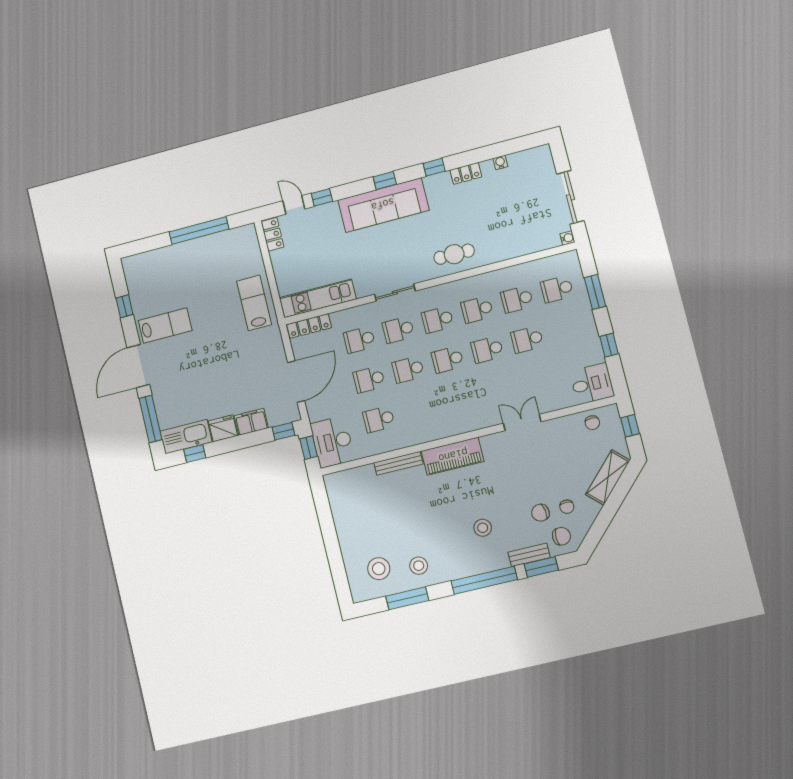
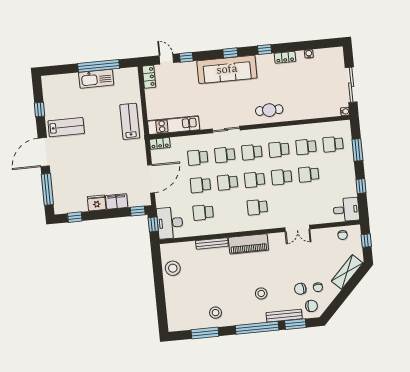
locker: (309, 326) -> (160, 143), width x0.66
school desk: (458, 400) -> (257, 207), added
double door: (522, 422) -> (297, 228), swing flipped
kitchen sink: (186, 437) -> (96, 79), moved, turned 180
bench: (529, 555) -> (284, 316), width x1.36
stool: (379, 569) -> (173, 268), moved

